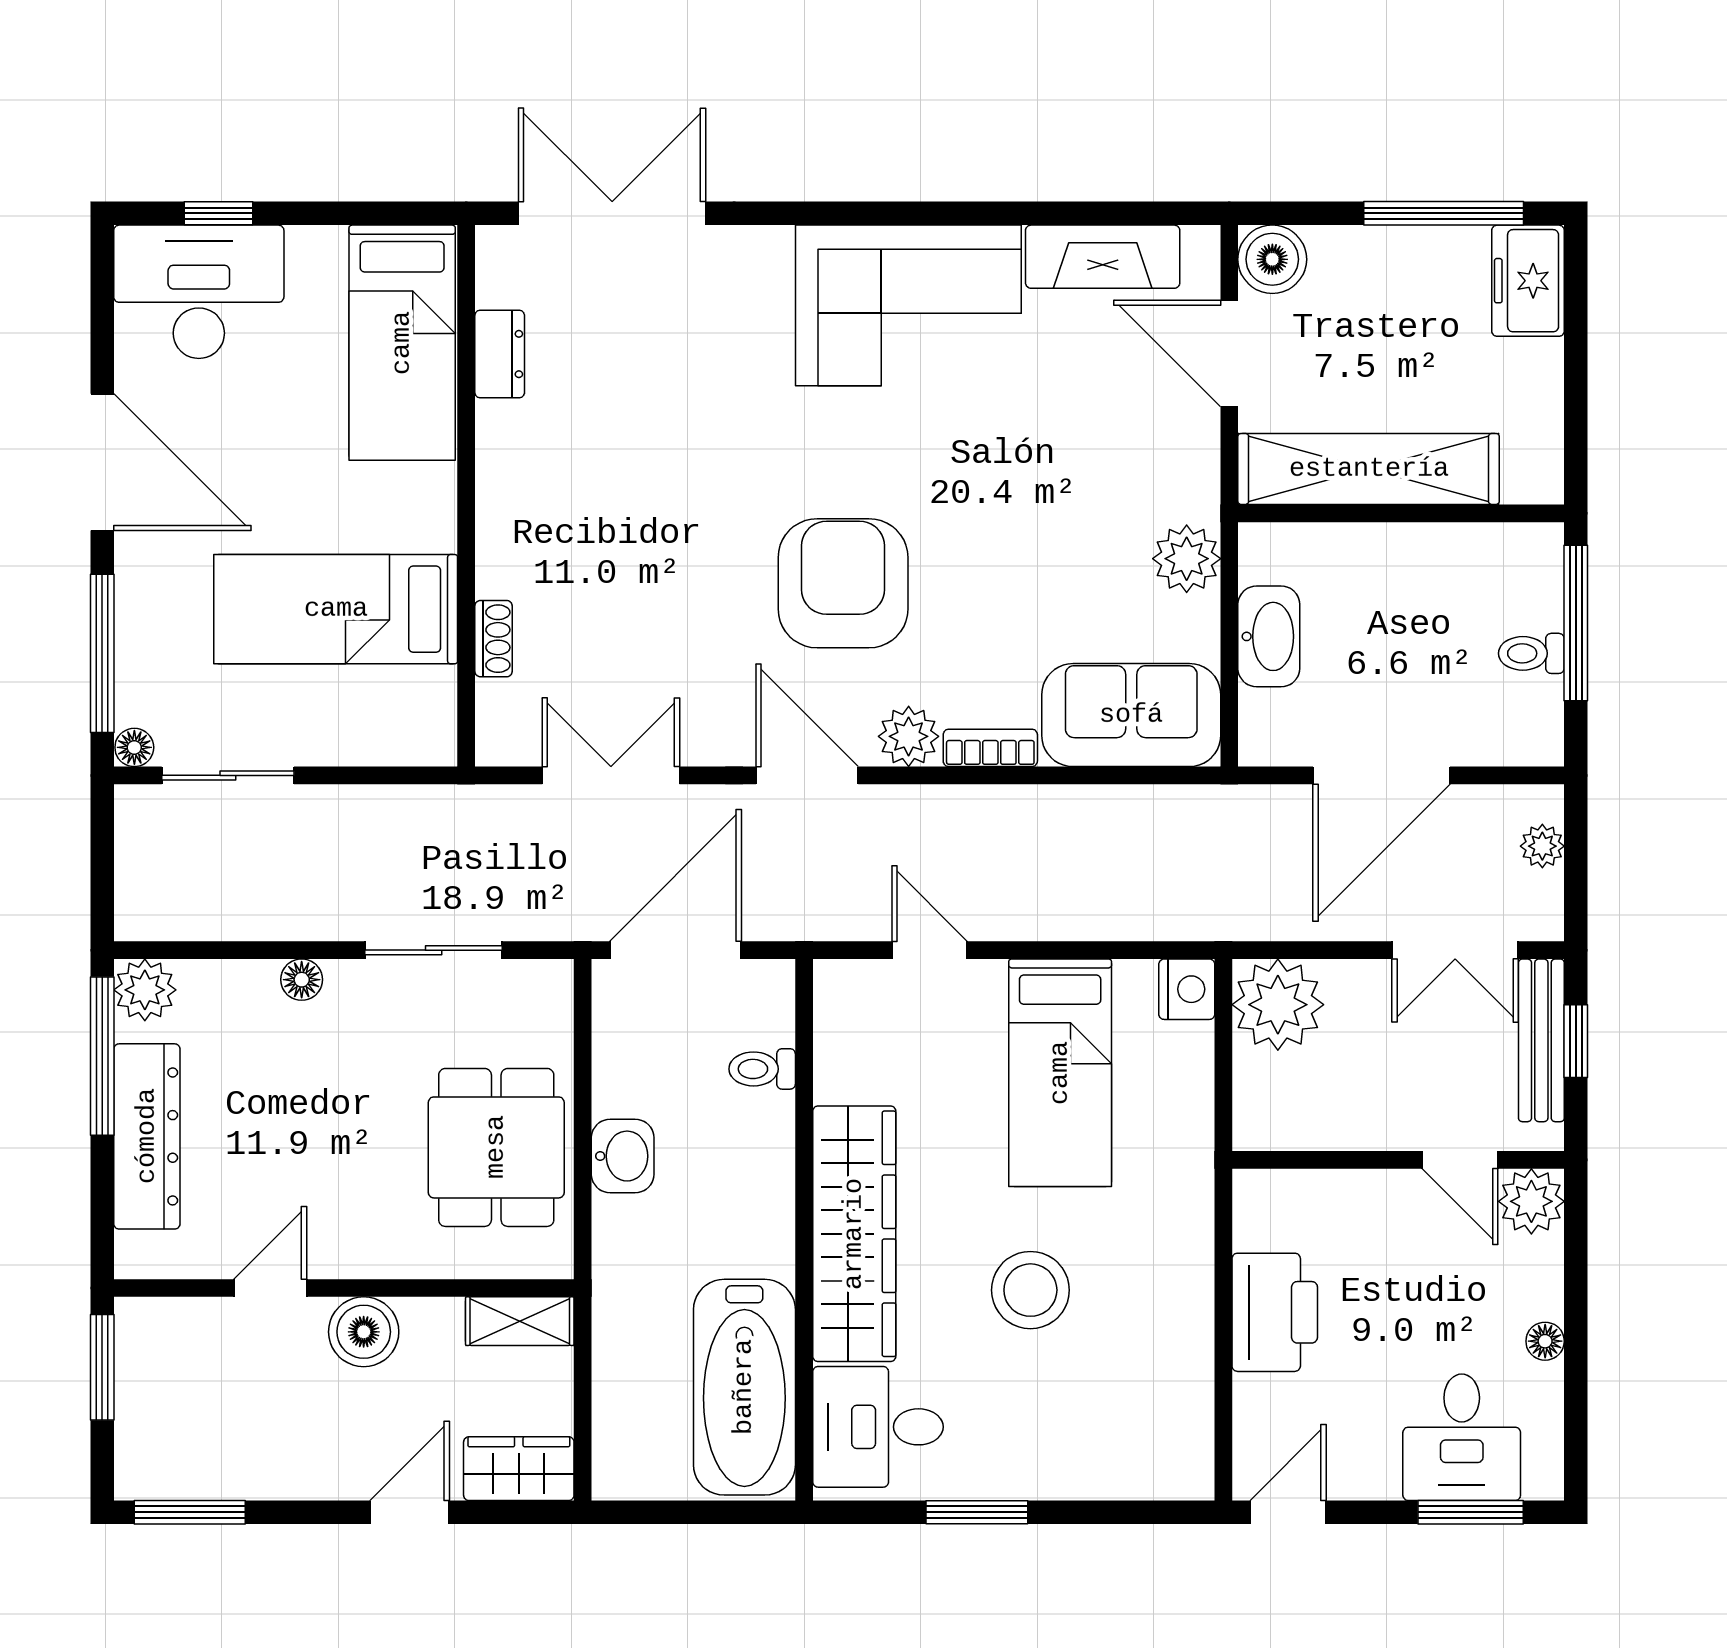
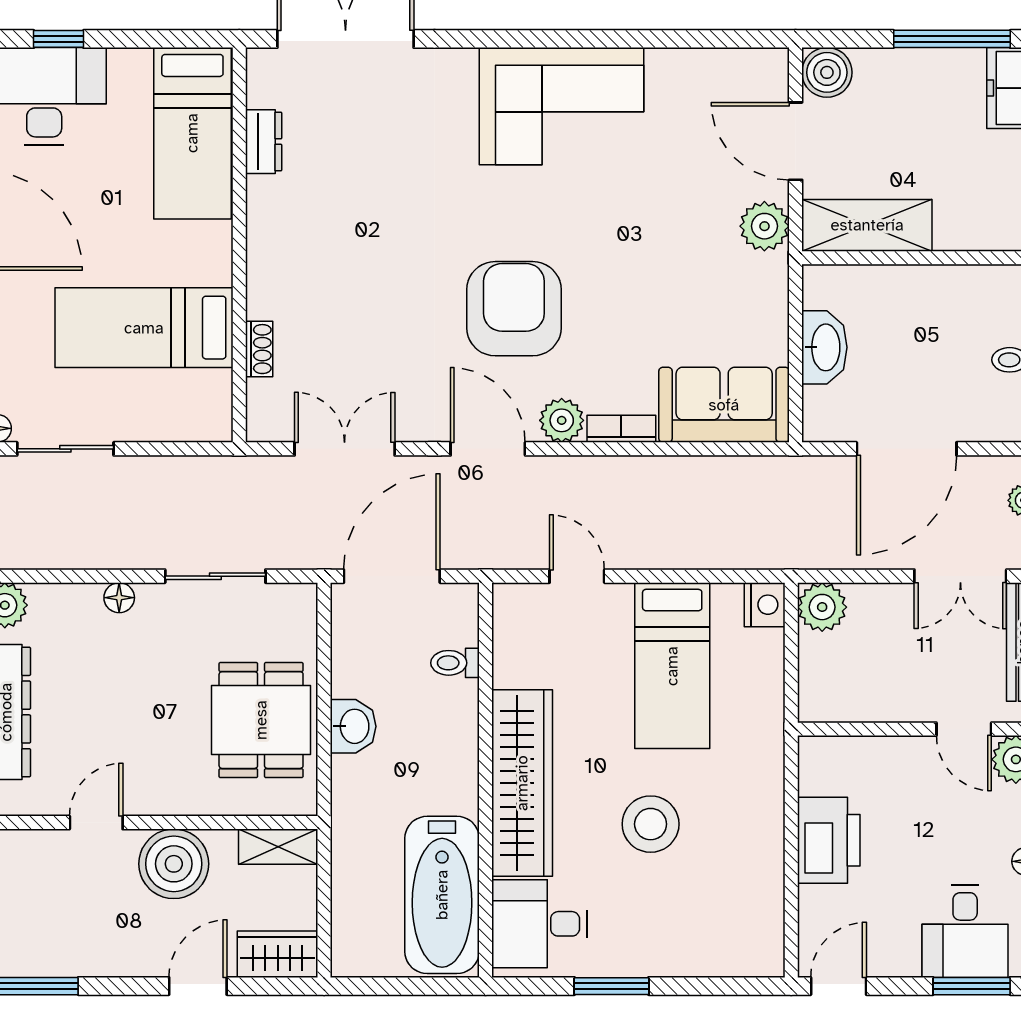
fireplace: (1103, 257) -> (703, 71), removed
shelving: (1369, 469) -> (867, 225), width x0.68
plant: (1187, 559) -> (764, 226), moved
plant: (1278, 1005) -> (822, 607), width x0.73, depth x0.73
boiler: (364, 1332) -> (174, 864), width x1.37, depth x1.37

